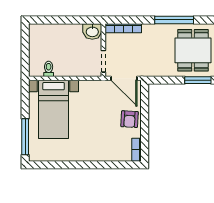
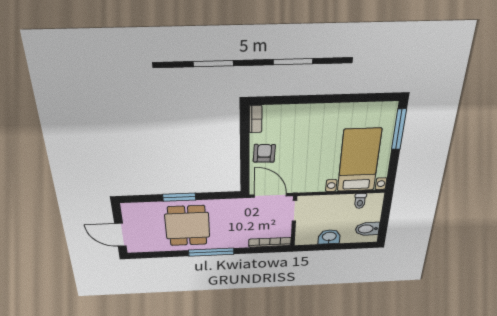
washbasin: (92, 31) -> (329, 237), moved
bidet: (39, 38) -> (367, 229), added

